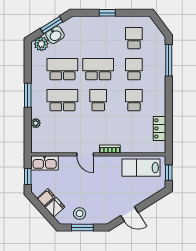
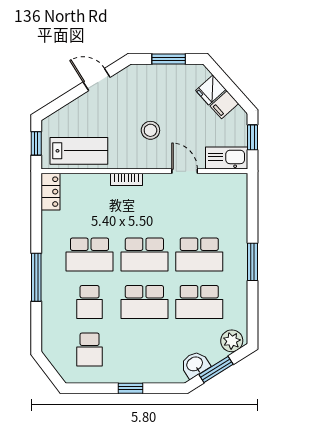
washbasin: (55, 35) -> (195, 364), moved
window: (169, 60) -> (36, 277), moved
school desk: (98, 100) -> (144, 254), width x1.85
school desk: (134, 100) -> (90, 254), width x1.85
plant: (36, 123) -> (240, 219), removed
locker: (159, 128) -> (51, 192), moved
door: (85, 154) -> (185, 171), moved
stool: (80, 213) -> (150, 130), moved

